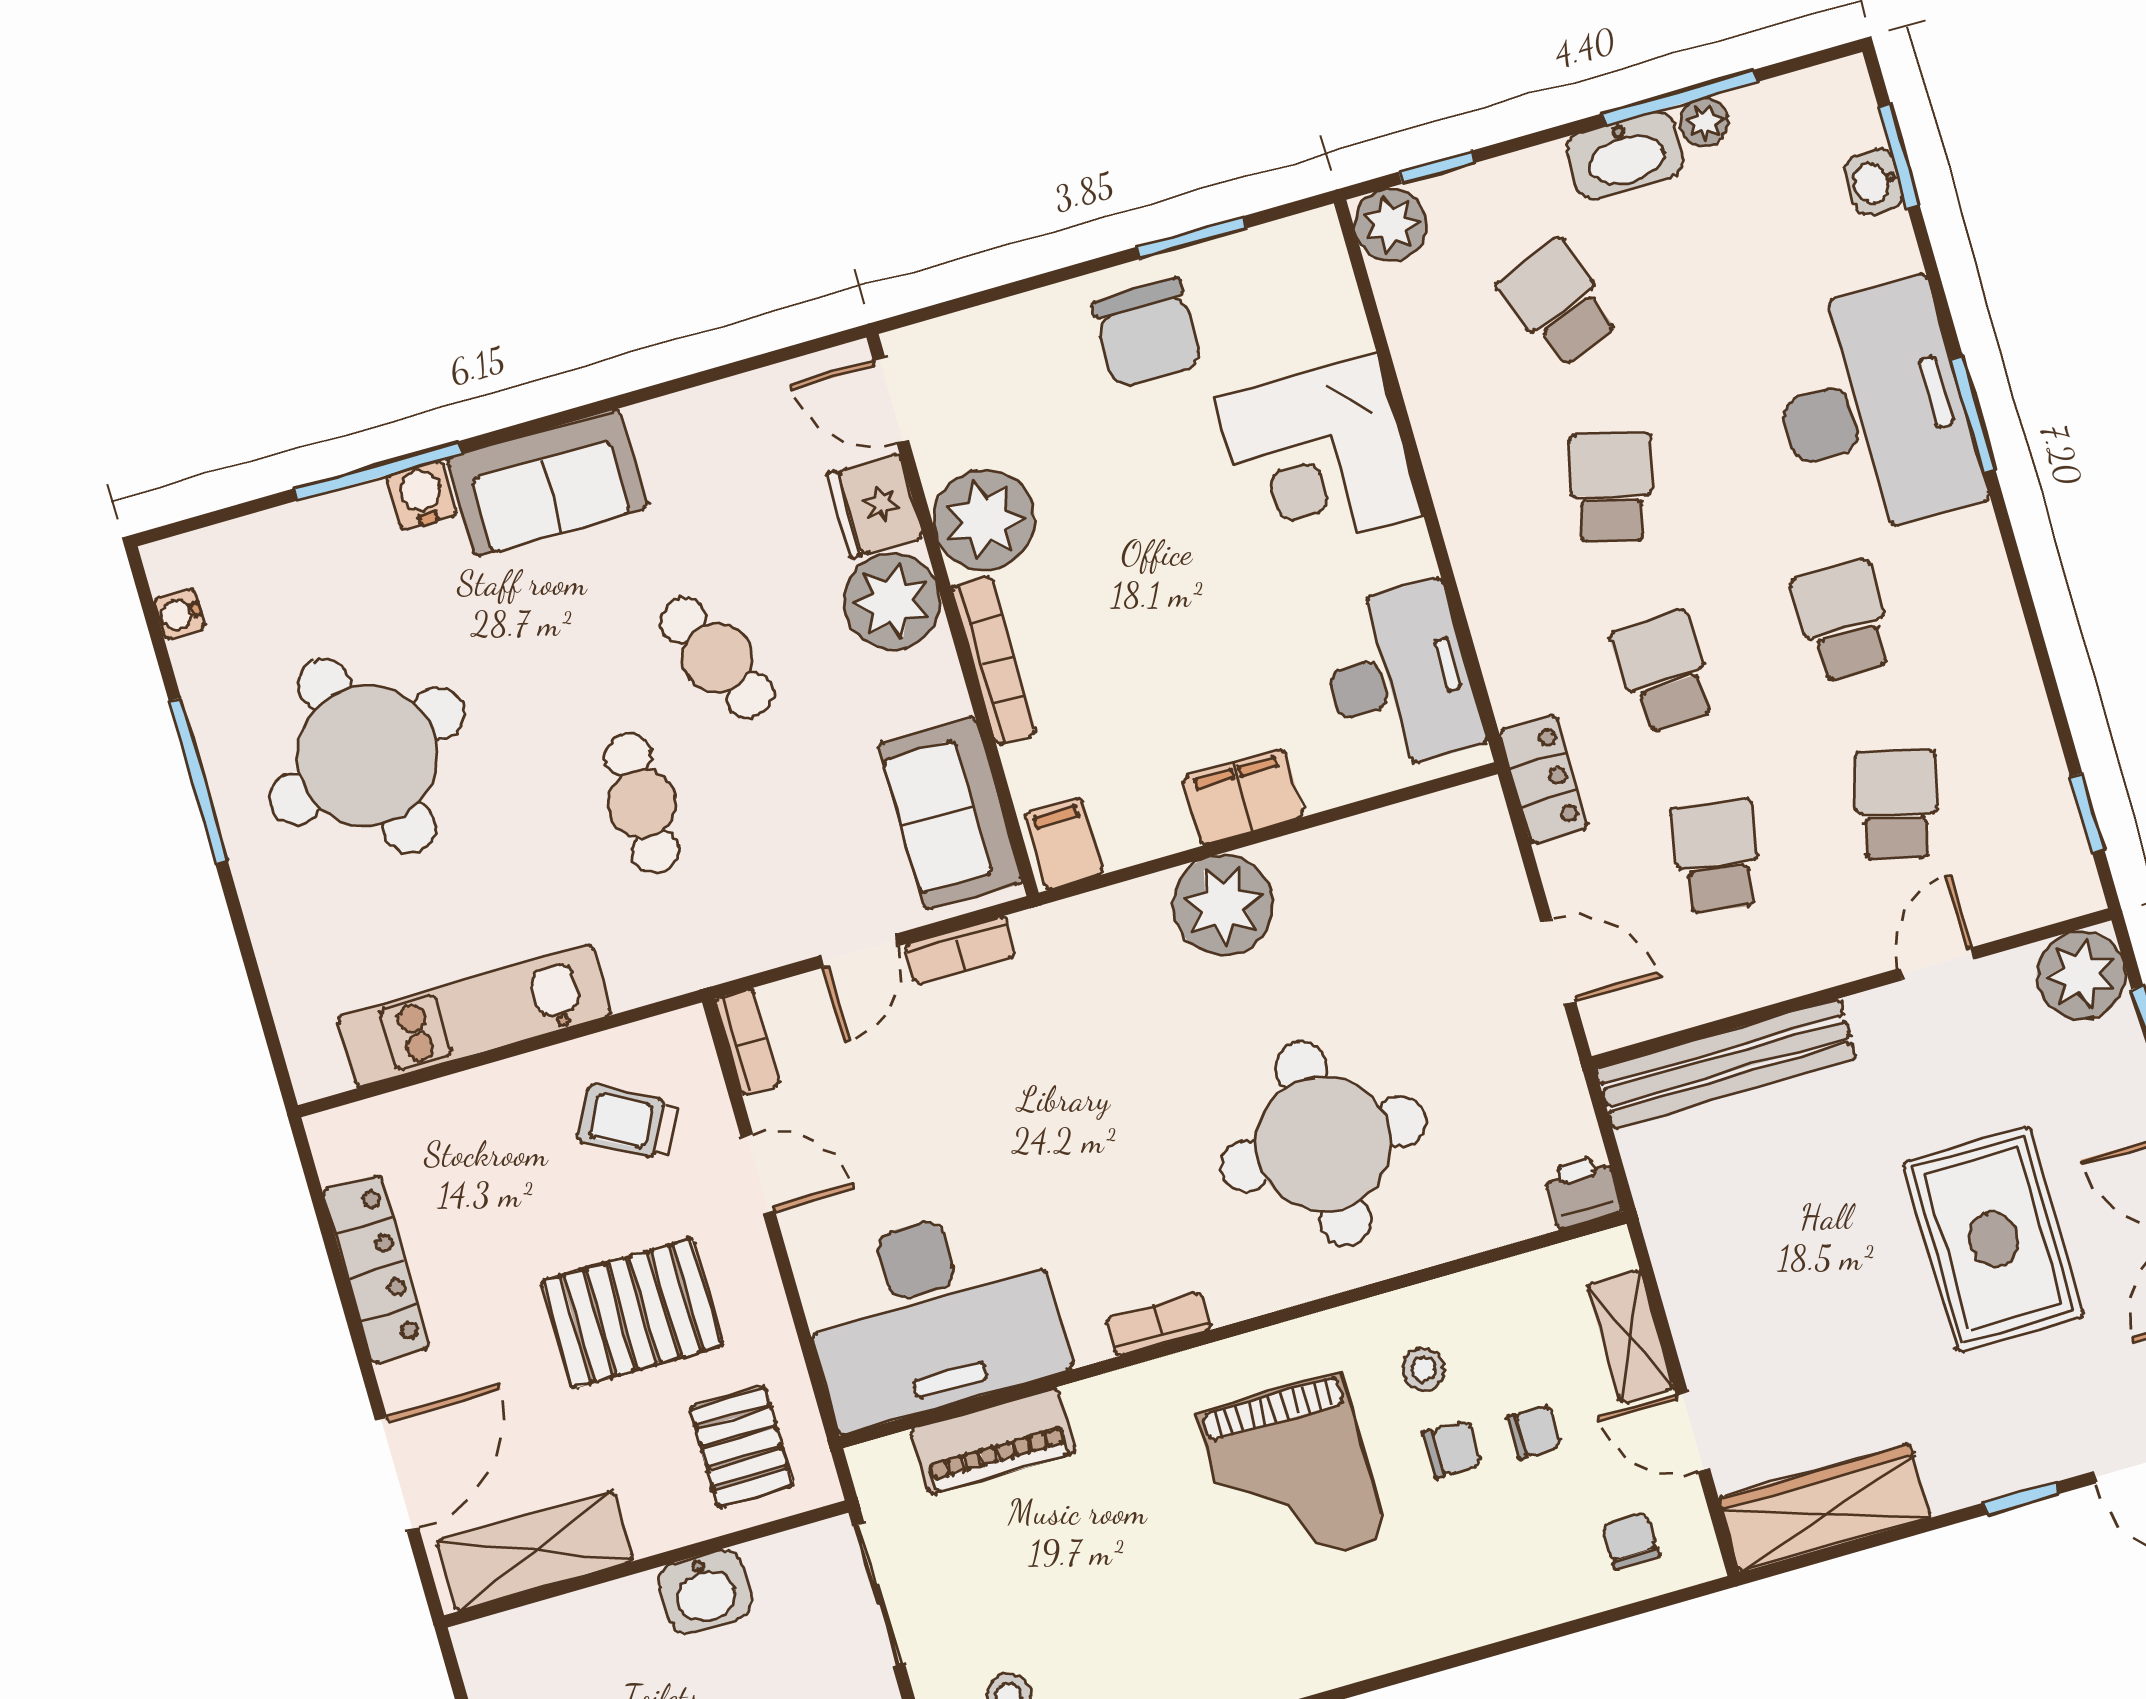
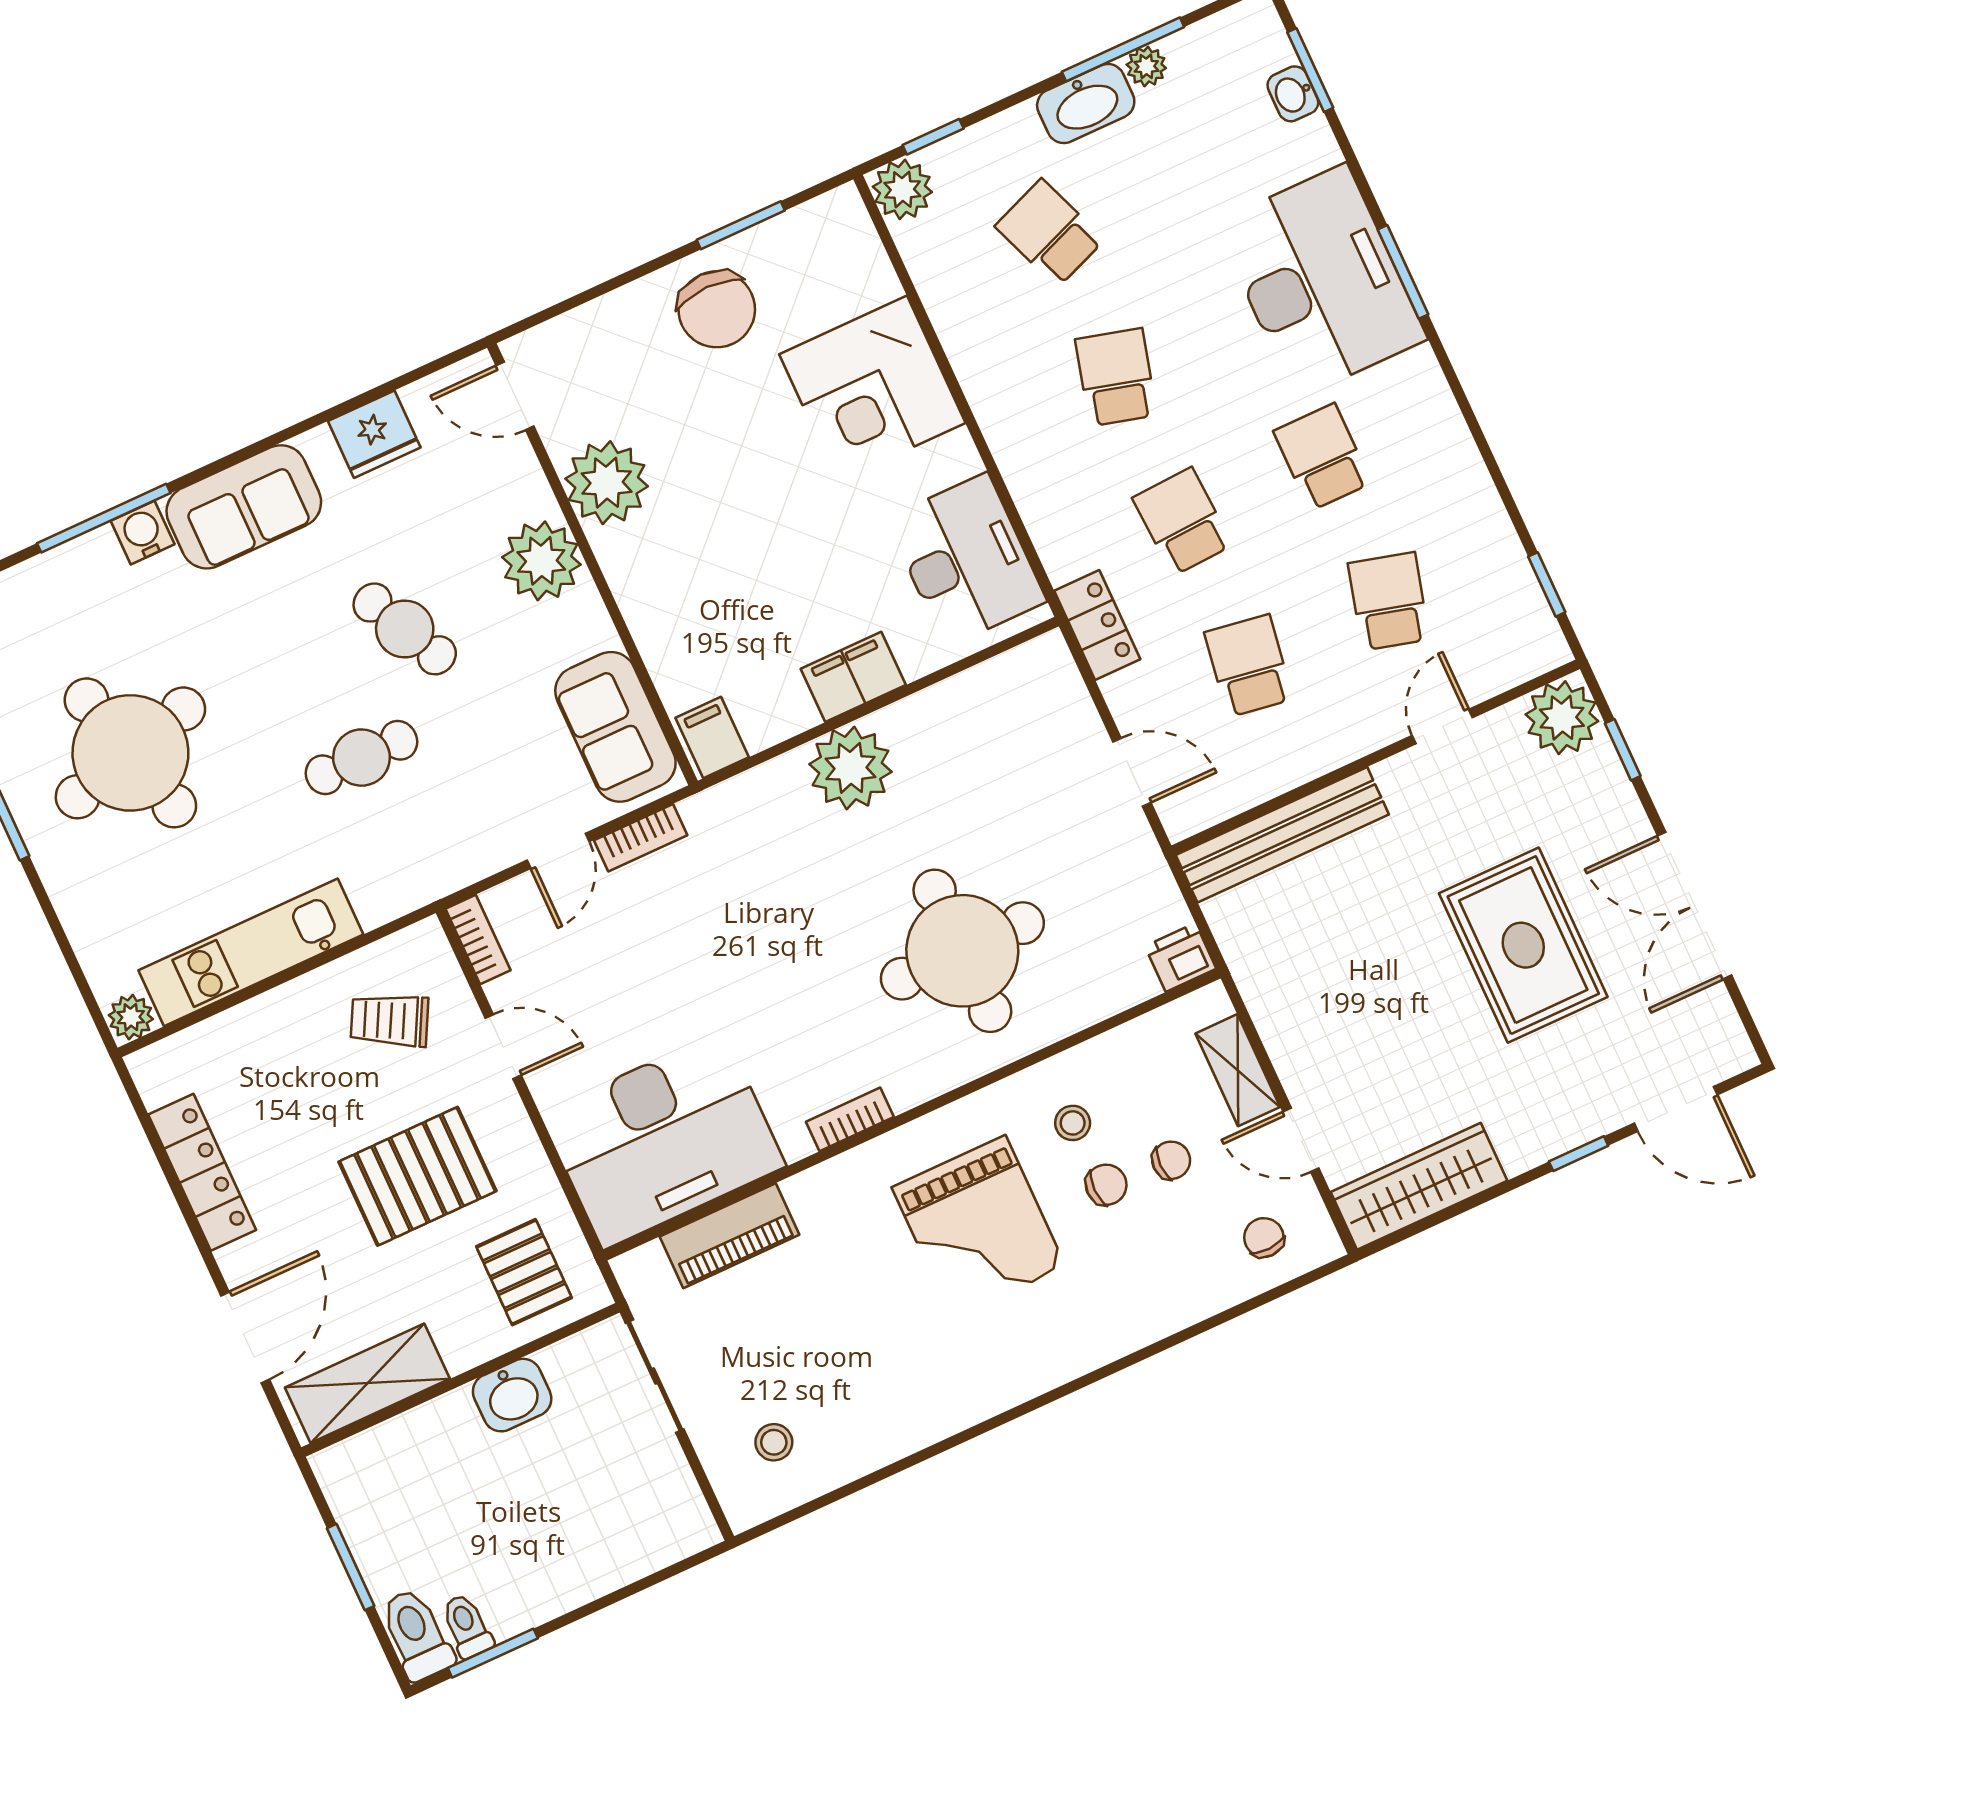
fridge: (875, 505) -> (374, 434), moved, turned -90
bookcase: (994, 661) -> (632, 596), removed
cafe table: (642, 803) -> (361, 758), turned 90
plant: (319, 1071) -> (131, 1017), added

